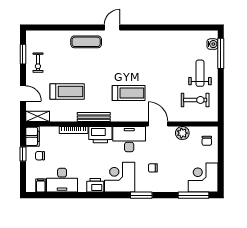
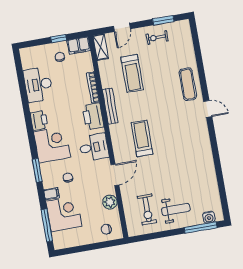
treadmill: (129, 93) -> (142, 138), turned 180
desk: (129, 139) -> (94, 147), width x0.73
corner desk: (203, 178) -> (64, 214), moved
filing cabinet: (41, 186) -> (52, 194), moved

